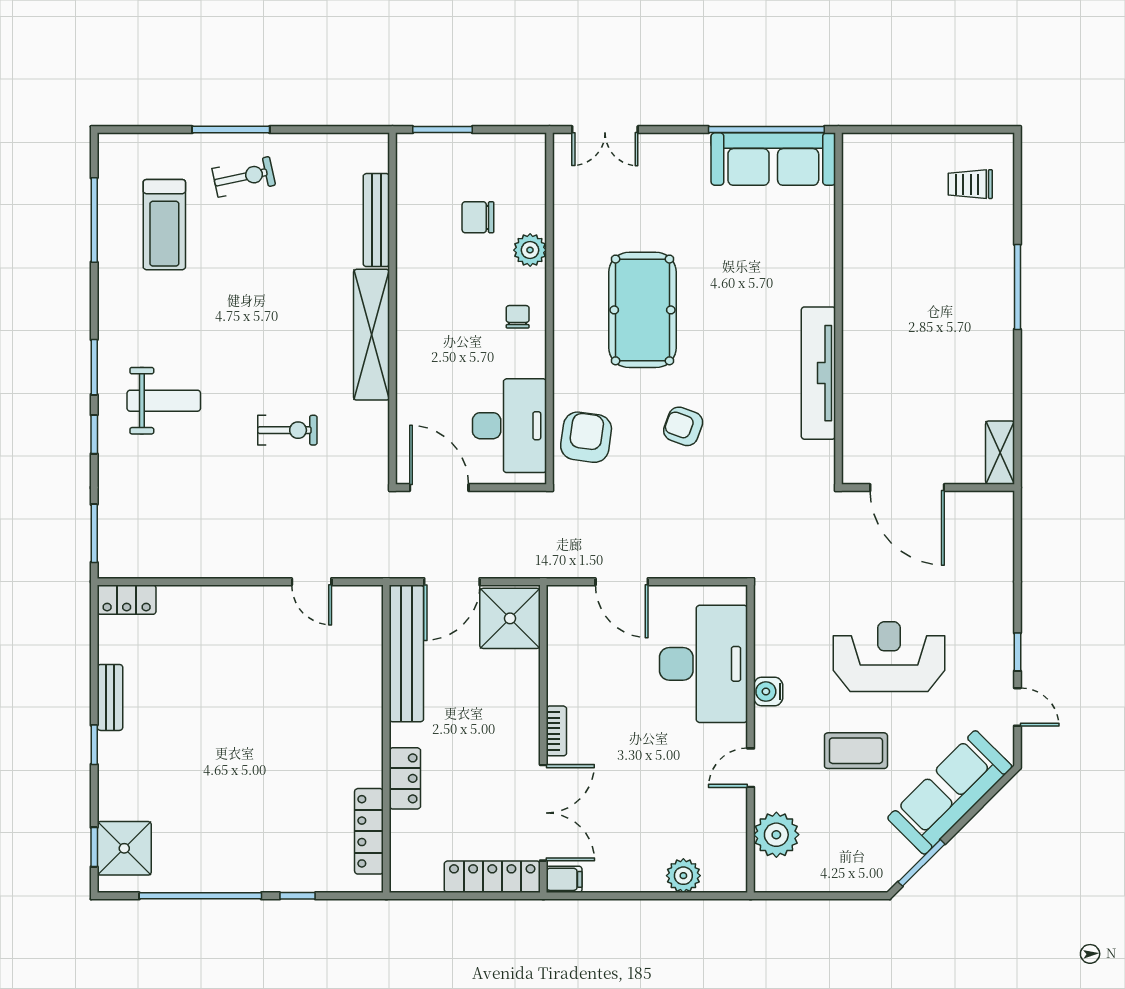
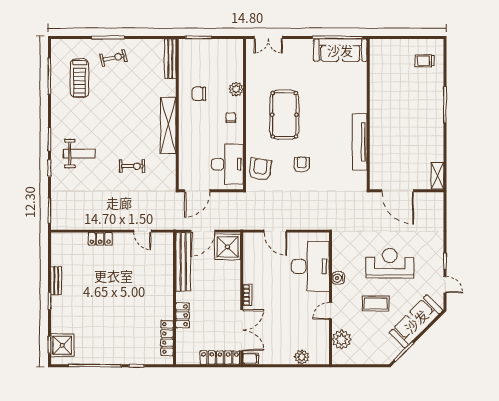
chair: (478, 217) -> (199, 94), moved
bench: (376, 220) -> (170, 59), moved
armchair: (683, 426) -> (302, 165), turned 70
door: (439, 488) -> (197, 191), swing flipped
locker: (127, 600) -> (100, 239), moved

